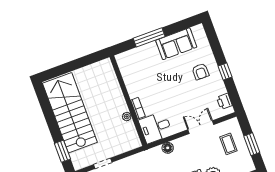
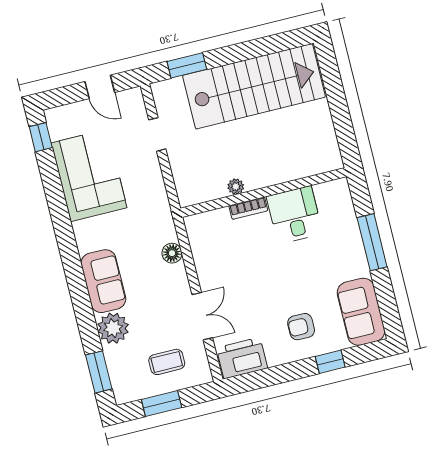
sofa: (176, 44) -> (361, 312), moved
window: (225, 72) -> (330, 362), moved
printer: (224, 101) -> (242, 358), width x1.87, depth x1.48
desk: (156, 127) -> (295, 215), moved

